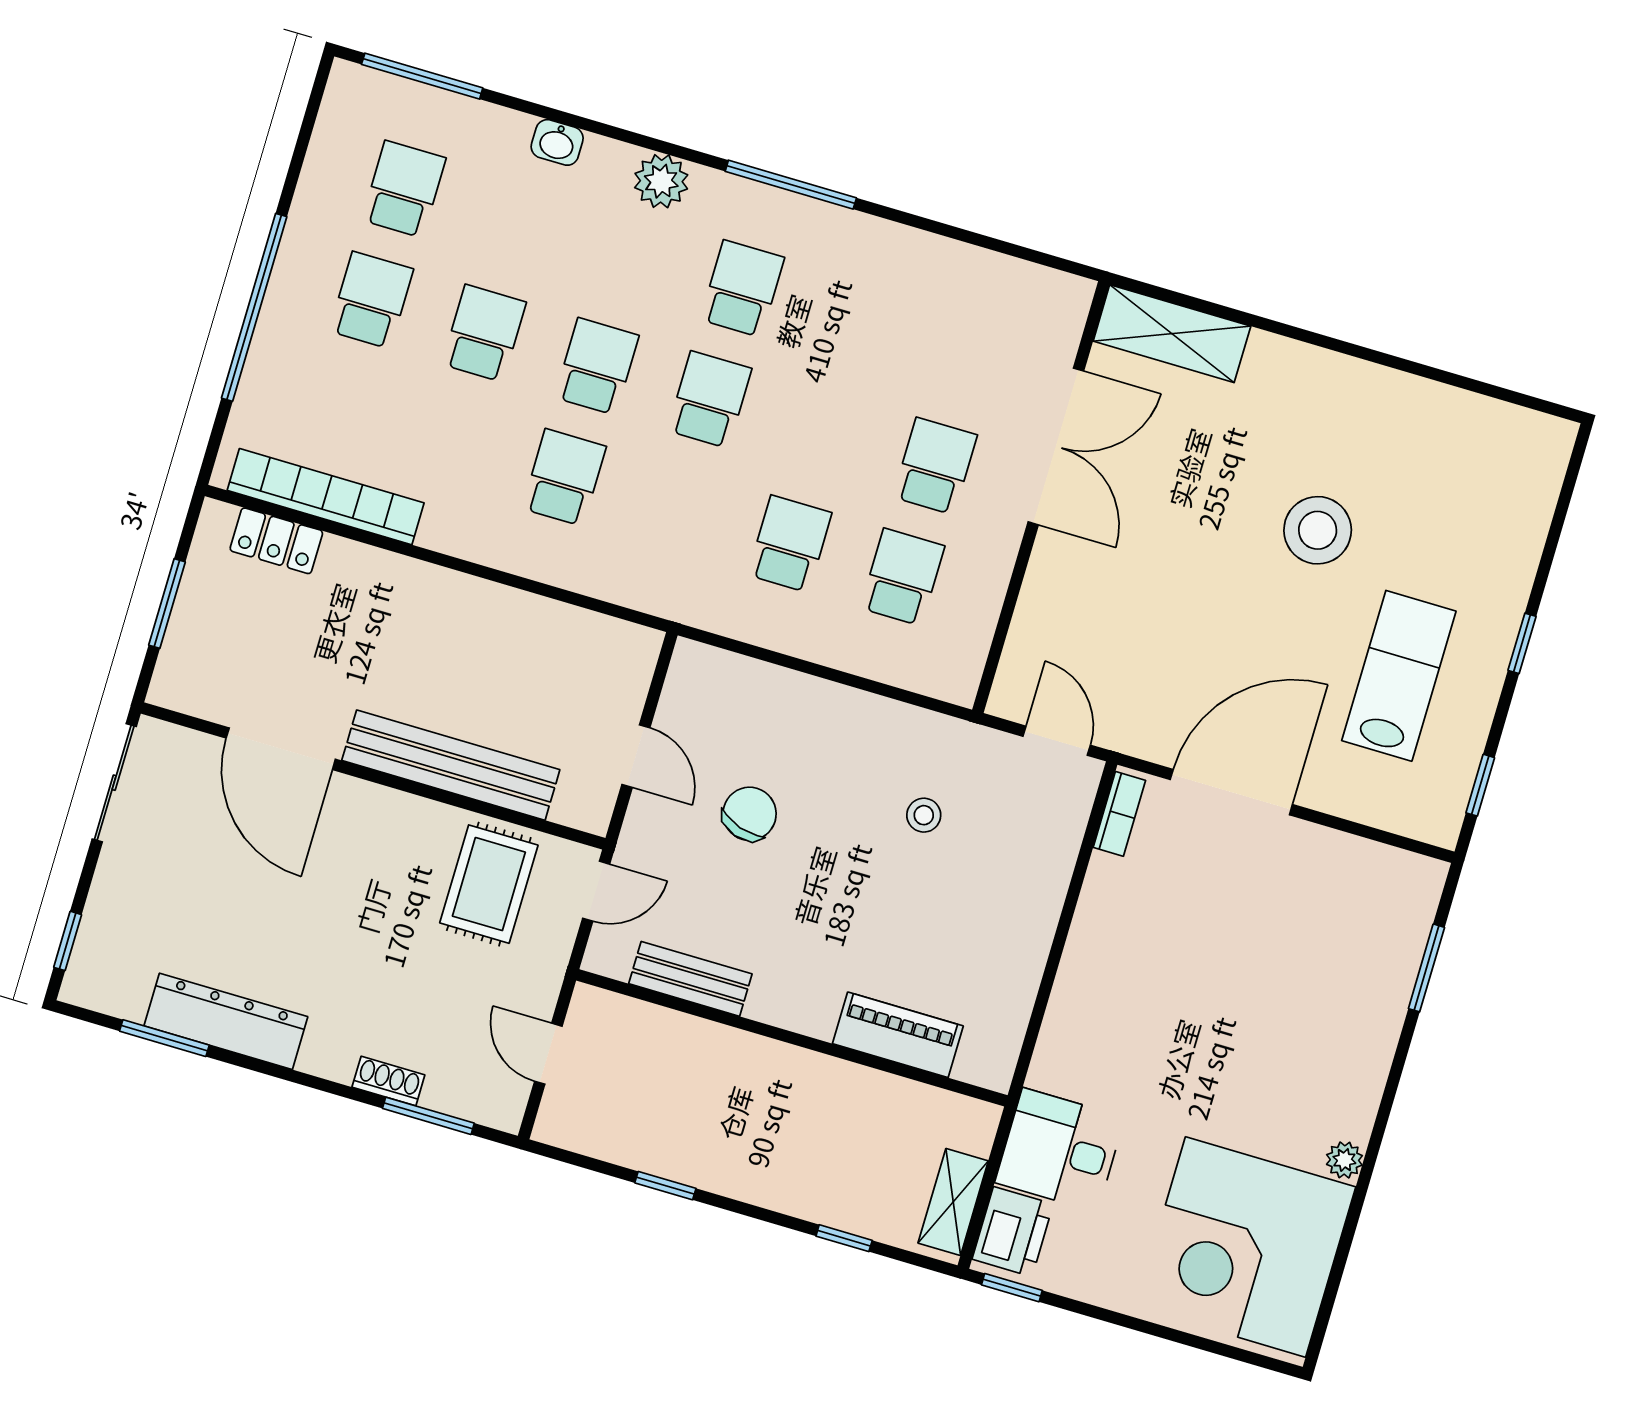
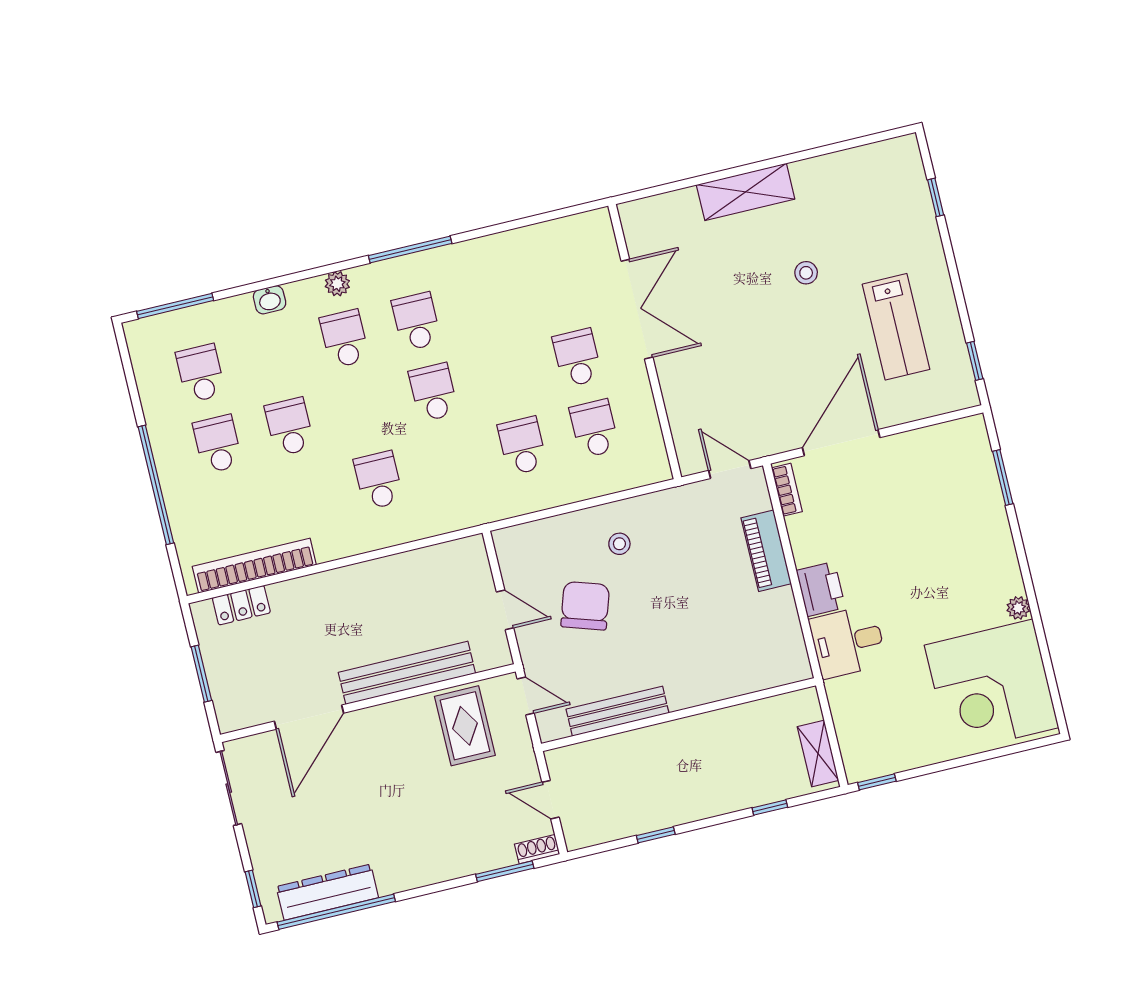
plant: (661, 181) -> (337, 284), width x0.73, depth x0.73
shelving: (1172, 334) -> (746, 192), moved
school desk: (597, 366) -> (344, 339), moved
stool: (1318, 530) -> (806, 273), width x0.53, depth x0.53
window: (1522, 643) -> (936, 197), moved
lab bench: (1399, 676) -> (896, 327), turned 180
door: (281, 749) -> (309, 717), hinge flipped
chair: (750, 814) -> (585, 606), width x1.37, depth x1.37
stool: (924, 815) -> (619, 544), moved
door: (596, 891) -> (526, 696), hinge flipped
bench: (690, 979) -> (618, 711), width x1.36
dresser: (226, 1021) -> (327, 892), moved
piano: (898, 1035) -> (766, 551), moved, turned -90
window: (164, 1038) -> (336, 912), width x2.11
shoe rack: (388, 1081) -> (537, 849), moved
desk: (1060, 1150) -> (848, 642), moved
printer: (1013, 1232) -> (821, 589), moved

